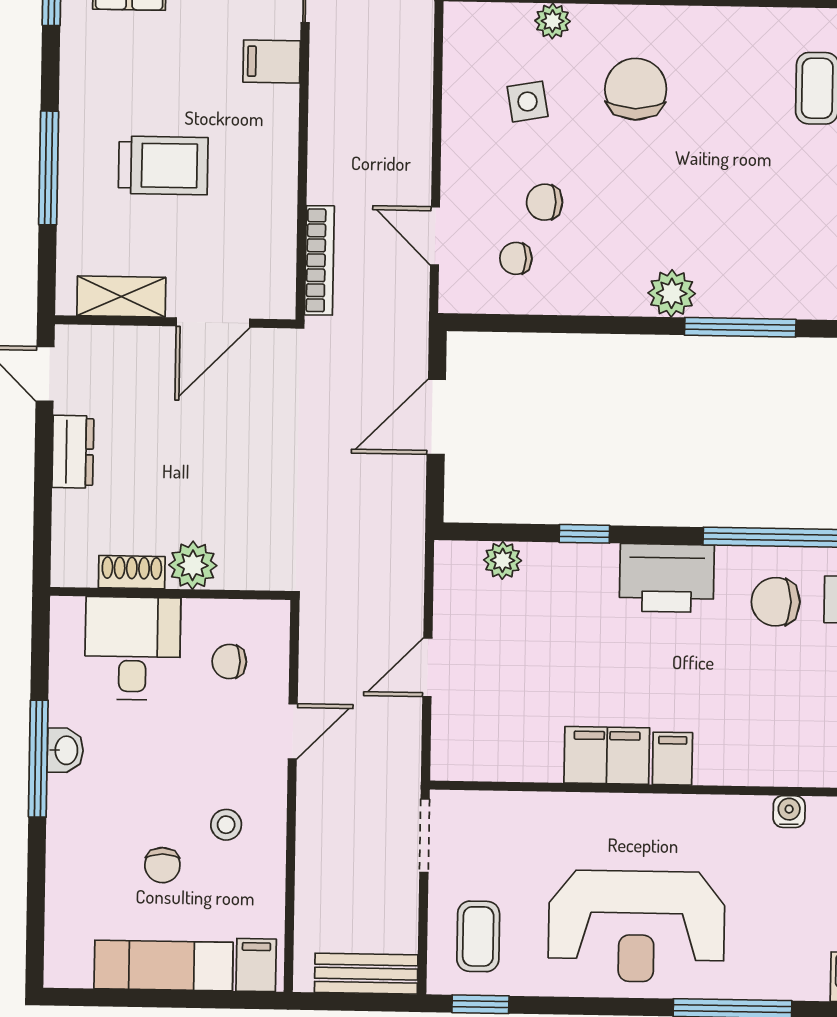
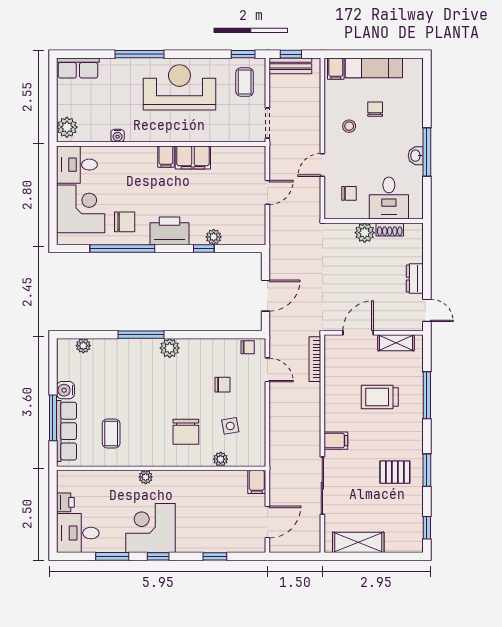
chair: (516, 258) -> (248, 347), moved
plant: (503, 560) -> (214, 237), moved
window: (364, 1002) -> (291, 54), added

